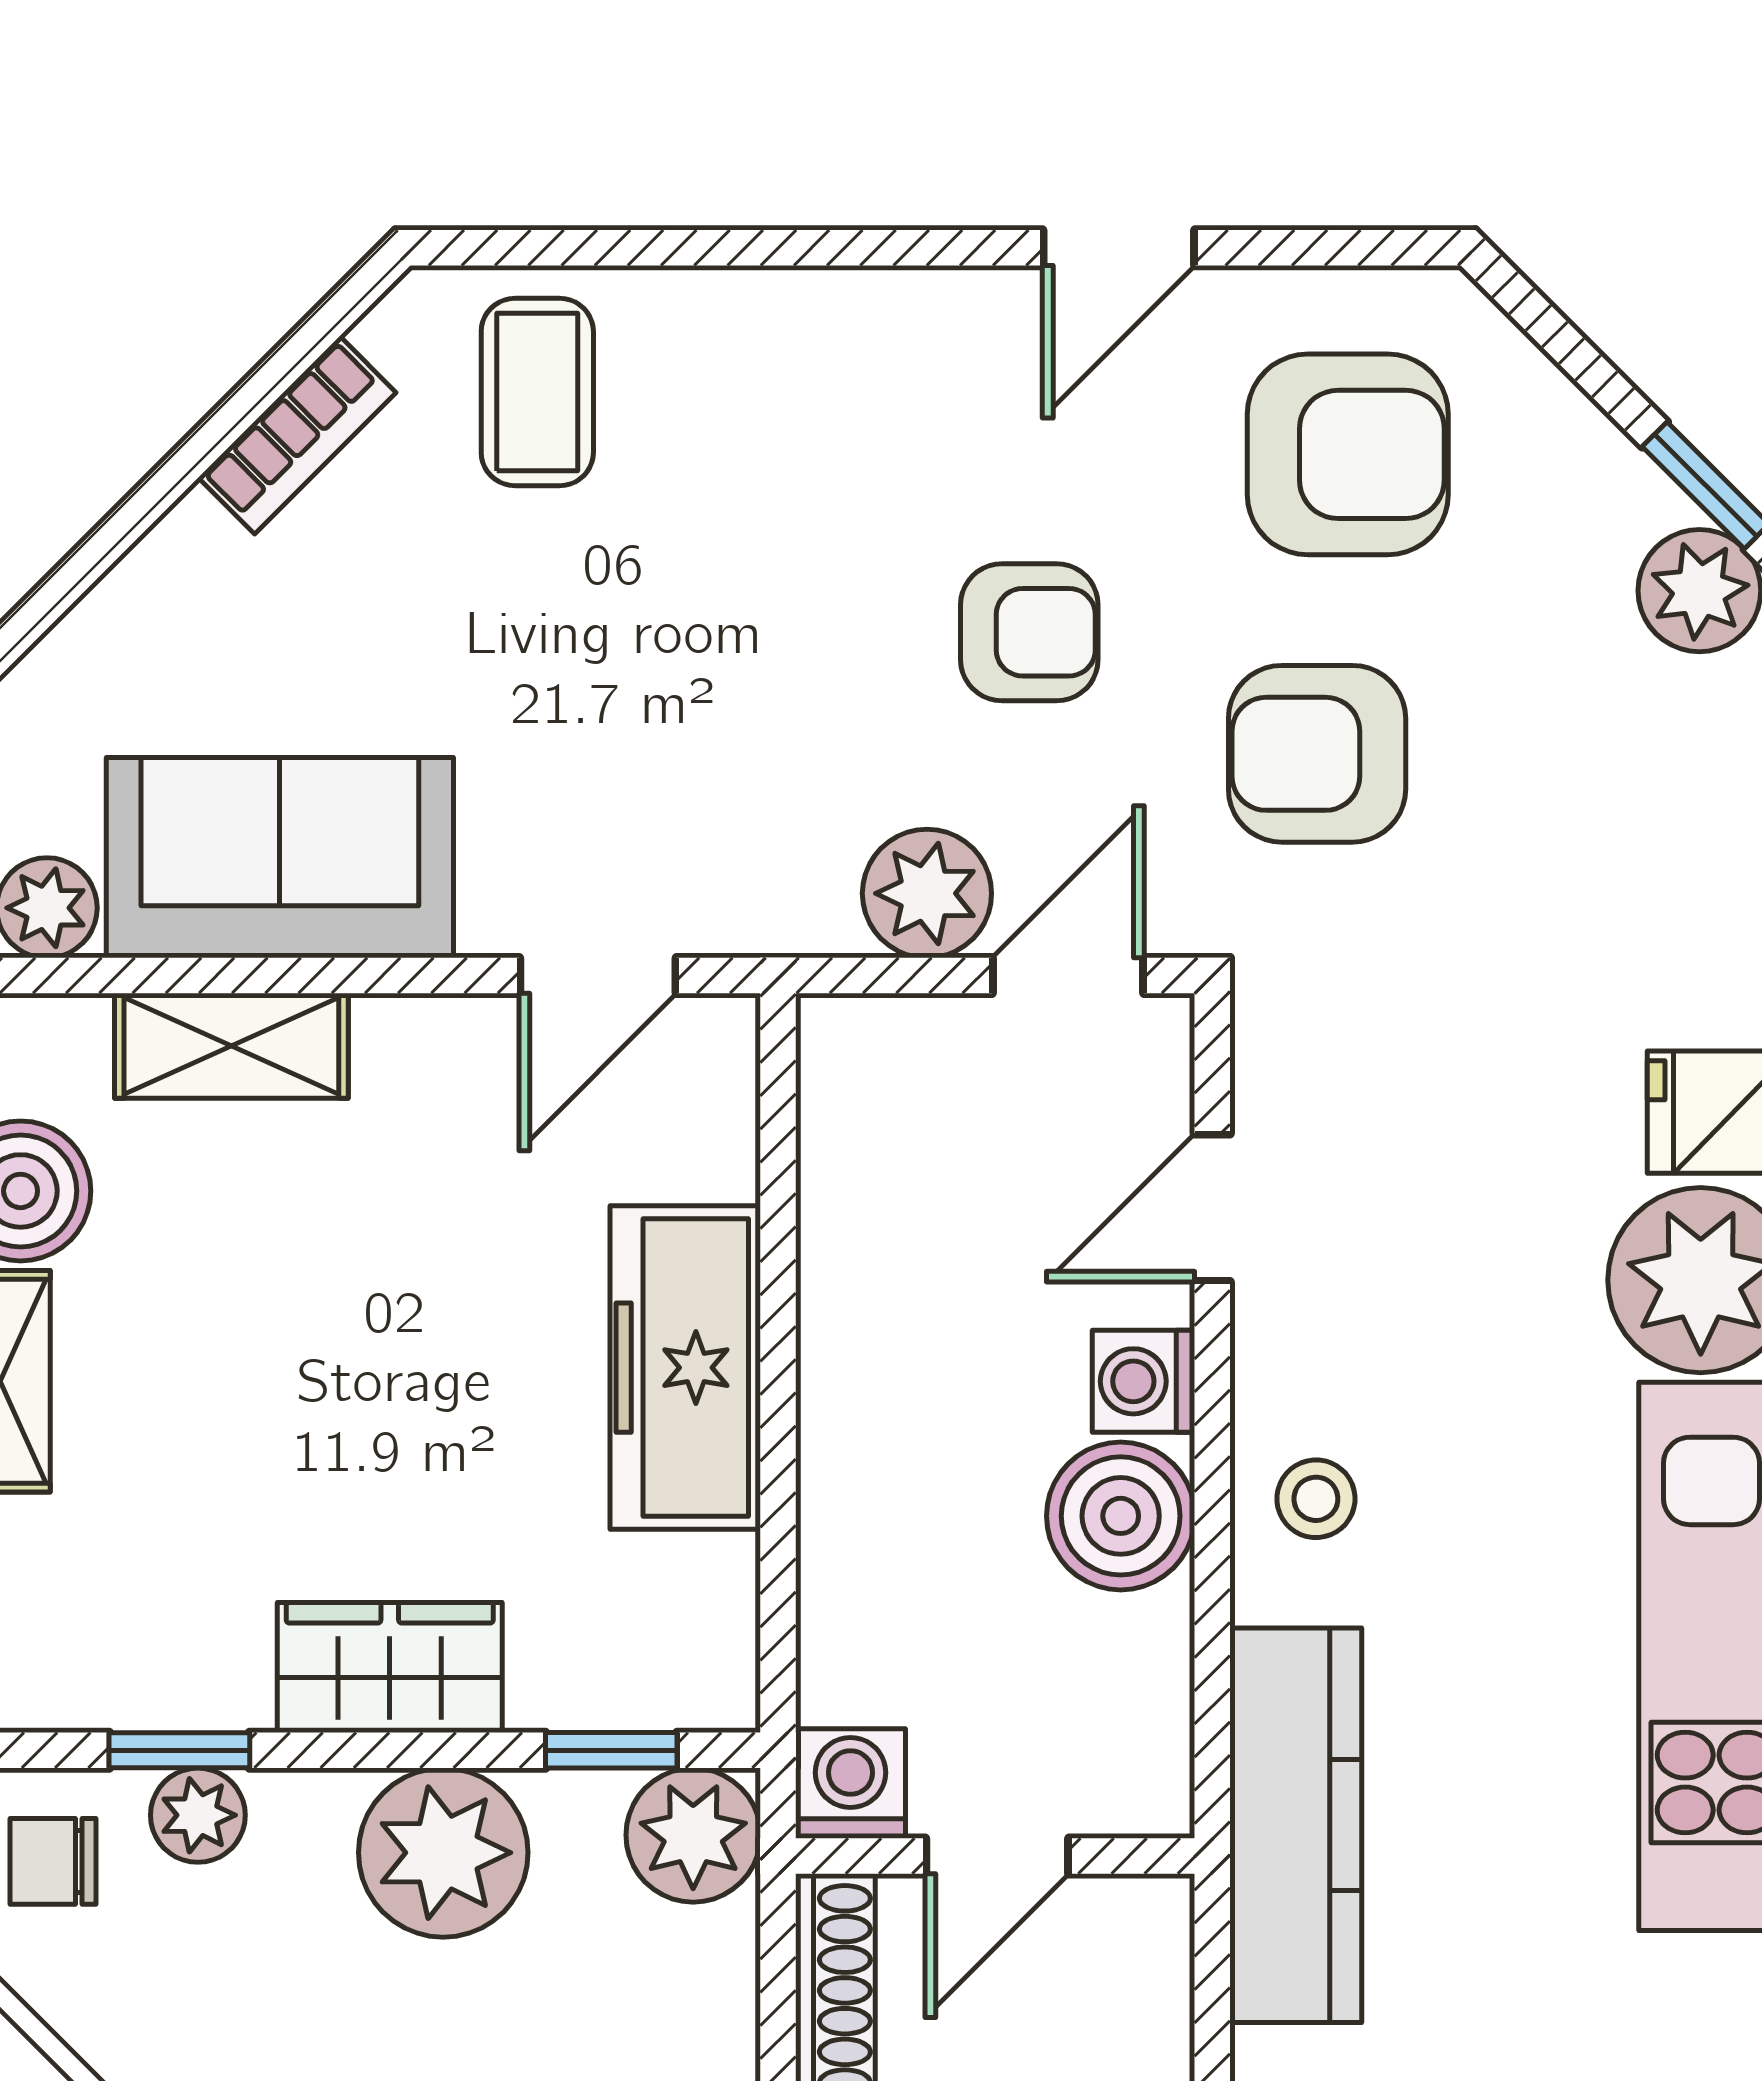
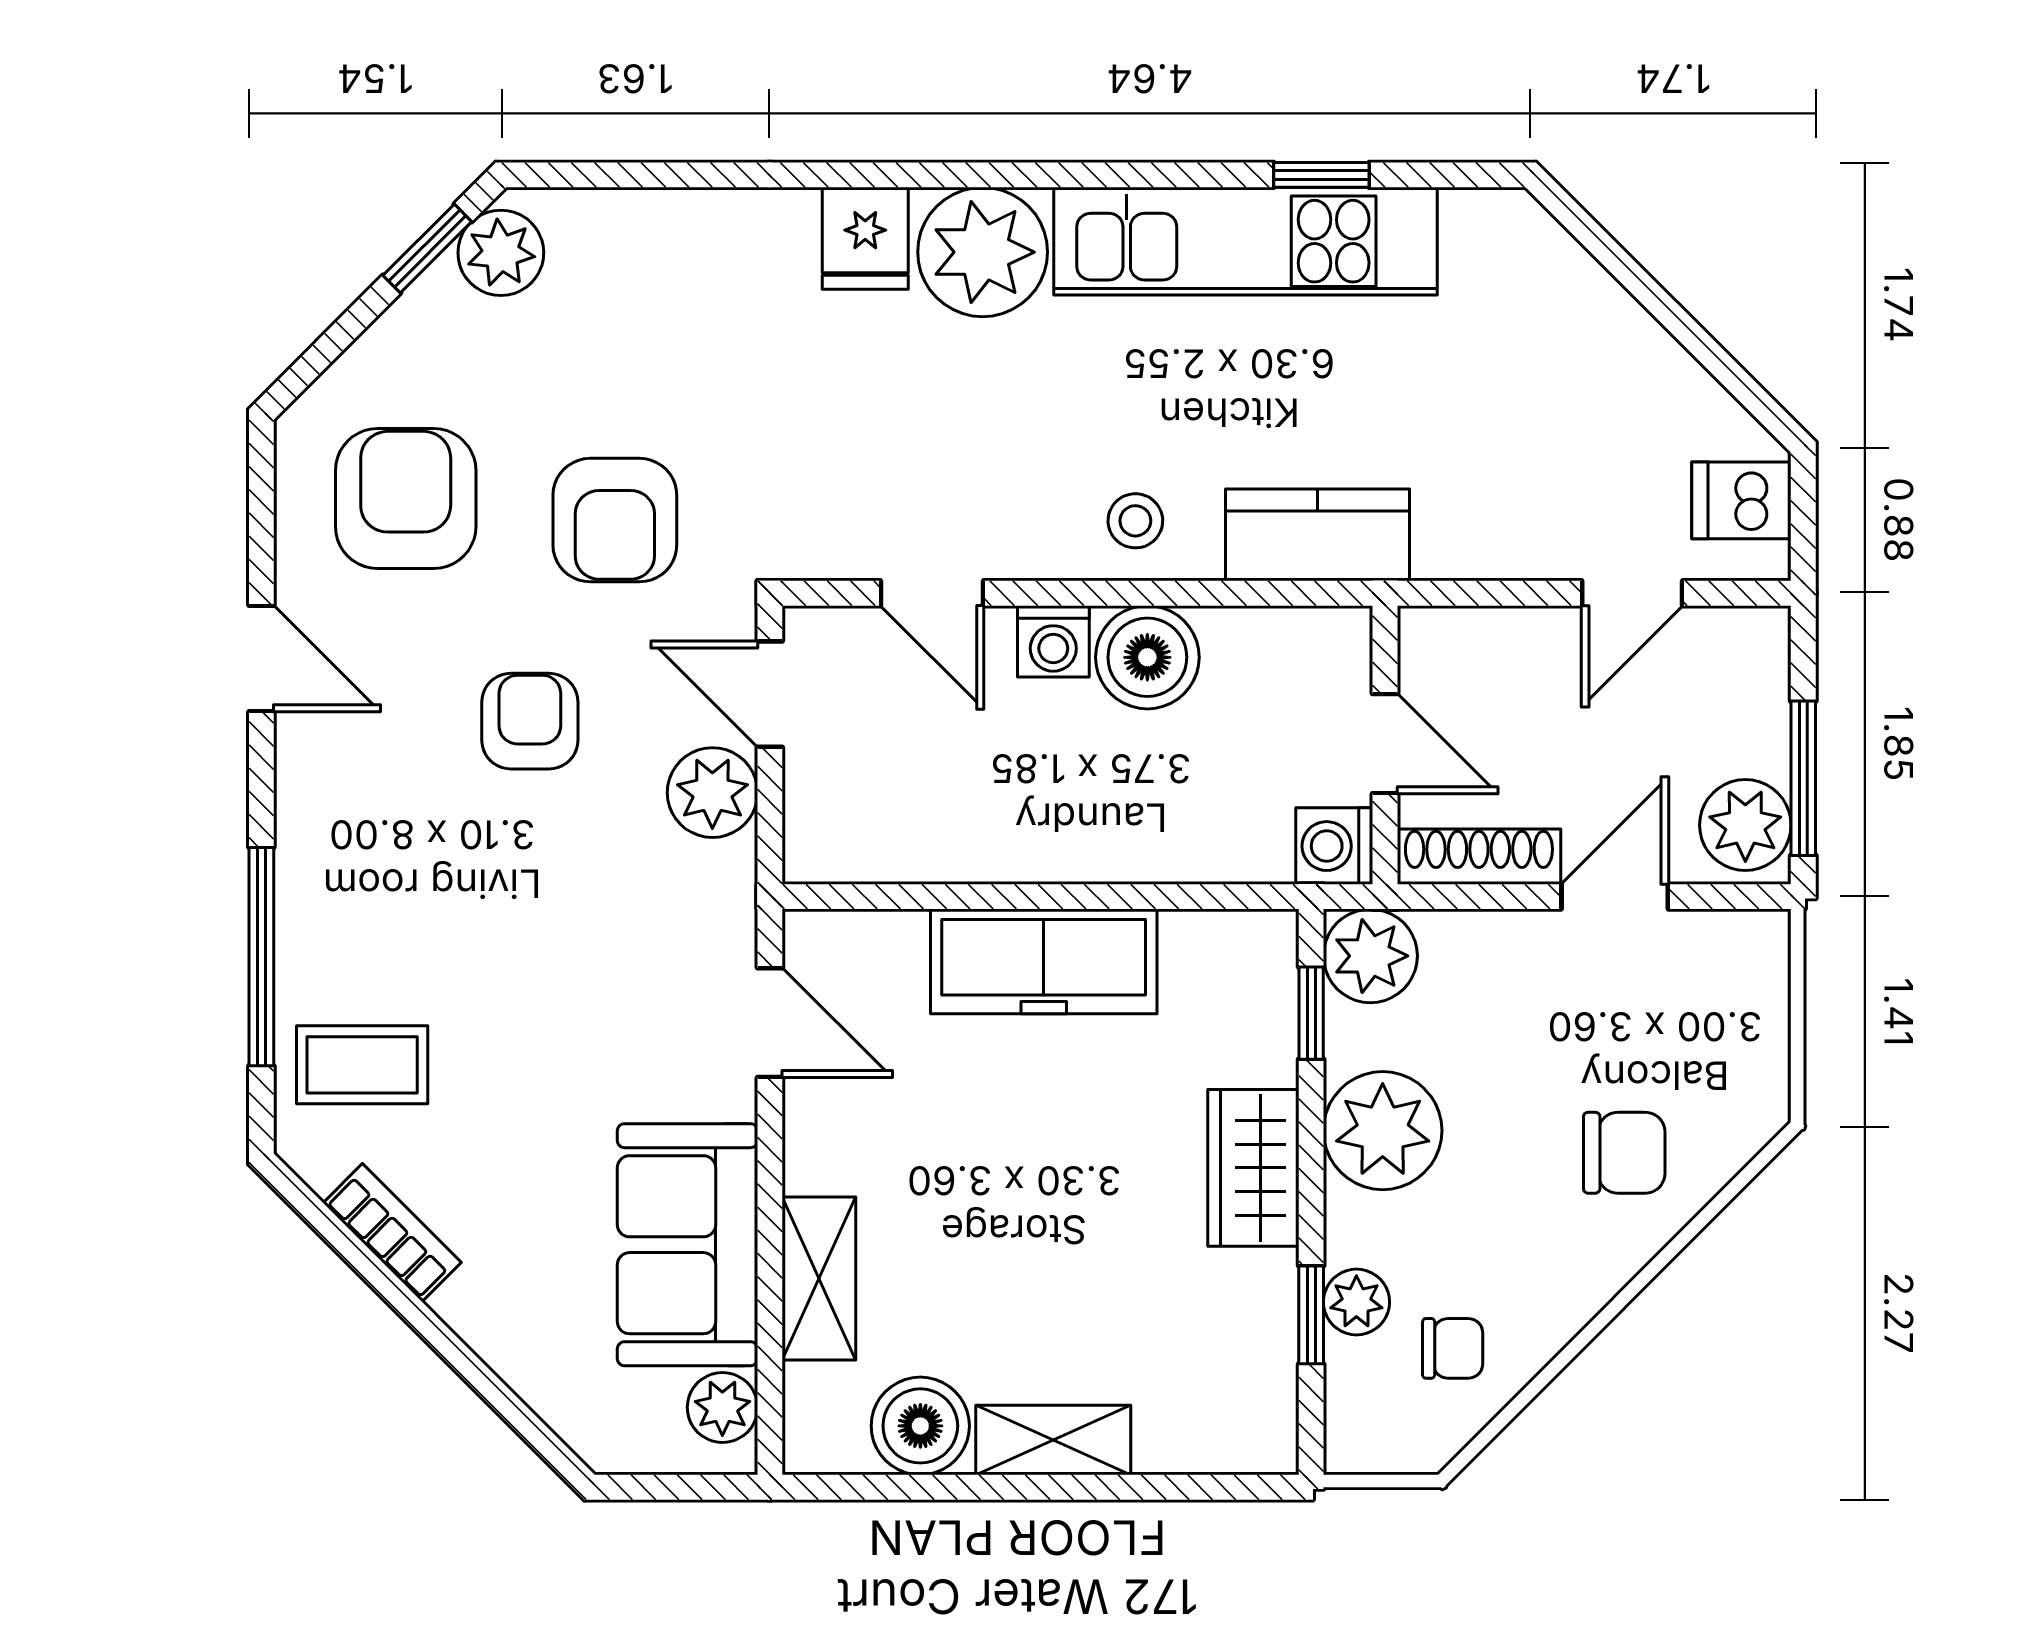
window: (692, 248) -> (261, 957), added
kitchen counter: (1296, 1825) -> (1317, 535), width x0.67
chair: (53, 1861) -> (1453, 1348), moved, turned -90

